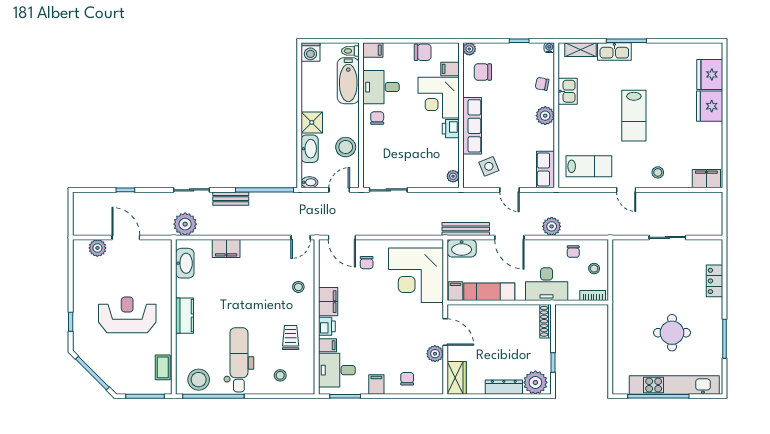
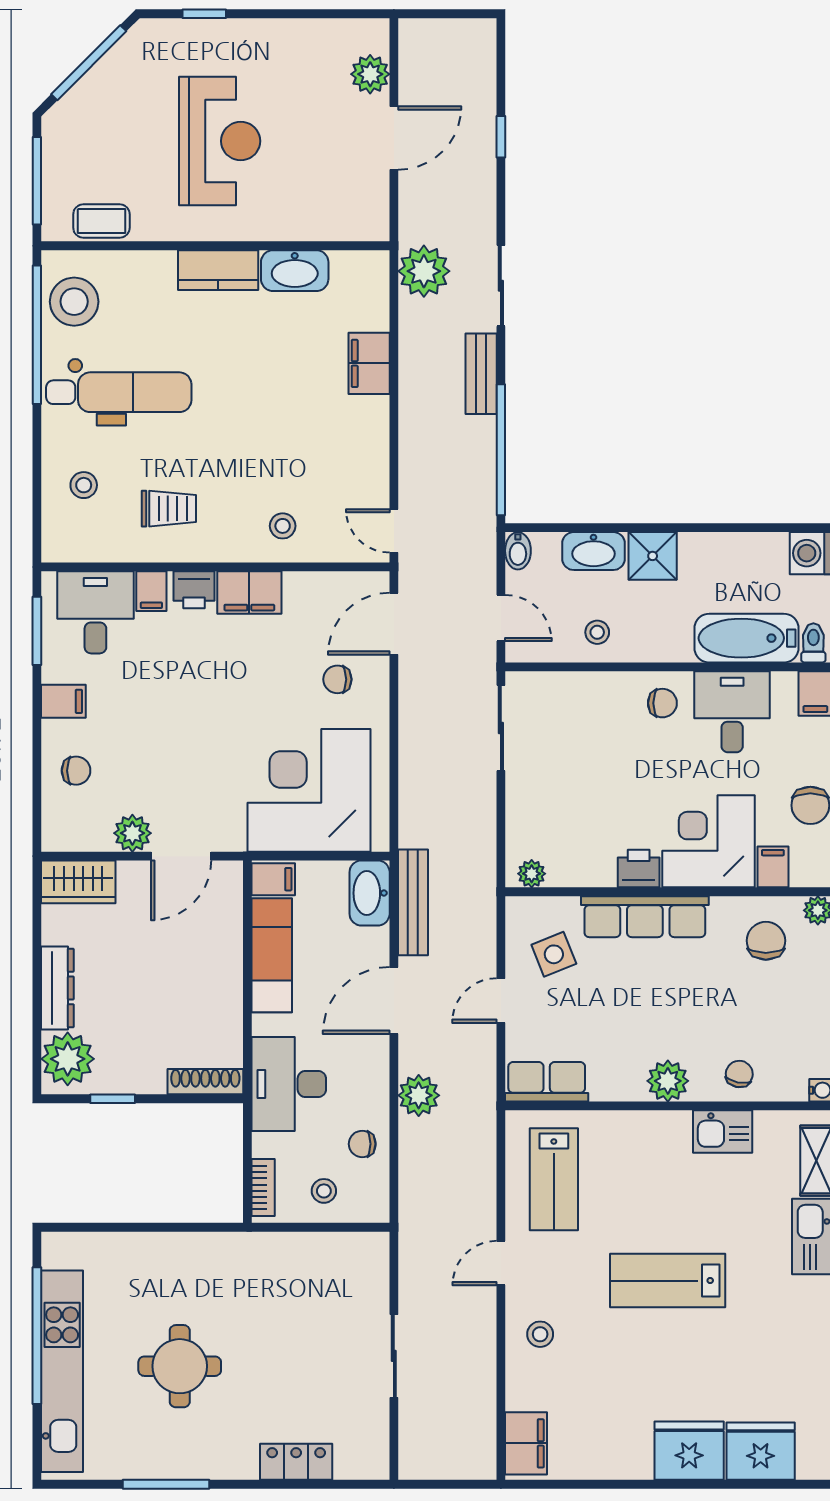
stool: (346, 147) -> (597, 632), width x0.53, depth x0.53
washbasin: (185, 263) -> (295, 271), moved

